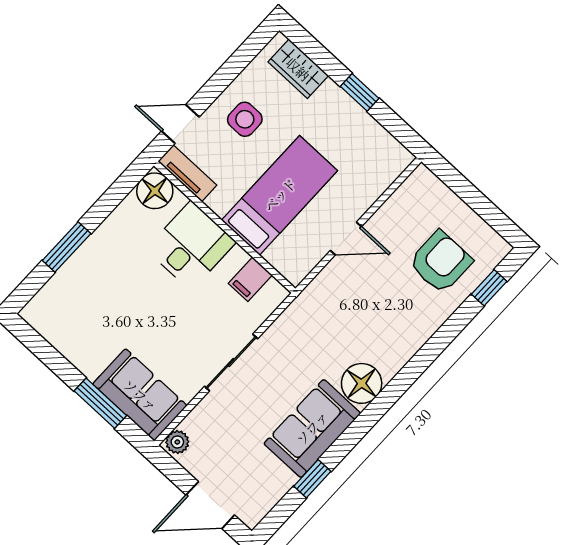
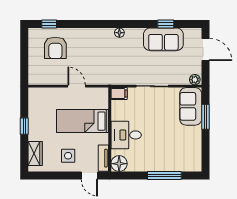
window: (67, 247) -> (164, 175), width x1.44
armchair: (441, 262) -> (55, 48), turned -90
filing cabinet: (250, 279) -> (119, 94), moved
floor lamp: (362, 383) -> (119, 33), width x0.53, depth x0.53
sofa: (312, 428) -> (163, 39), moved

